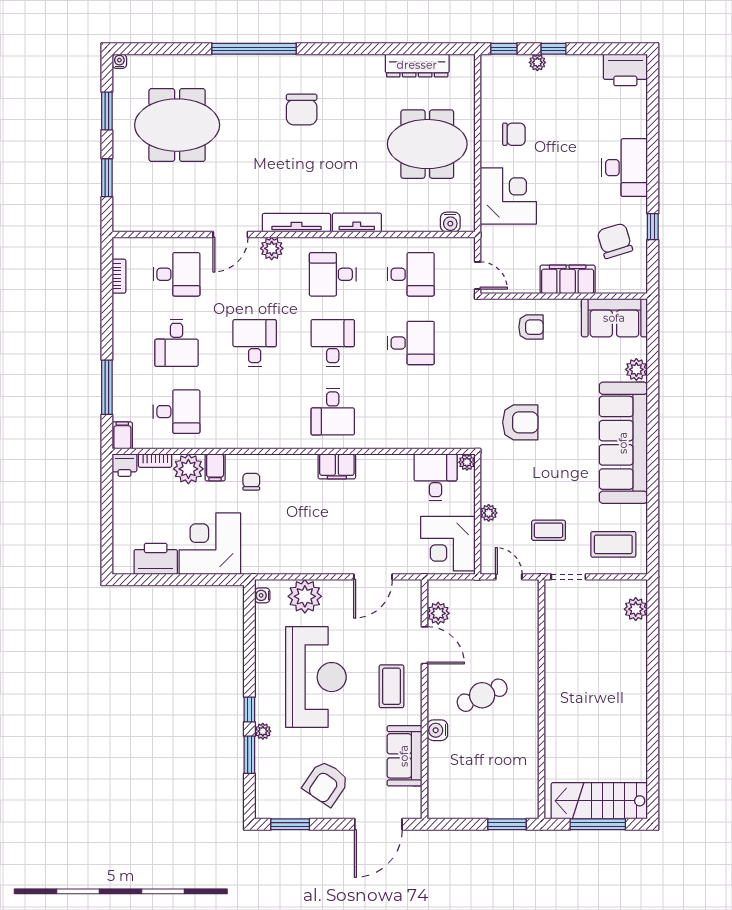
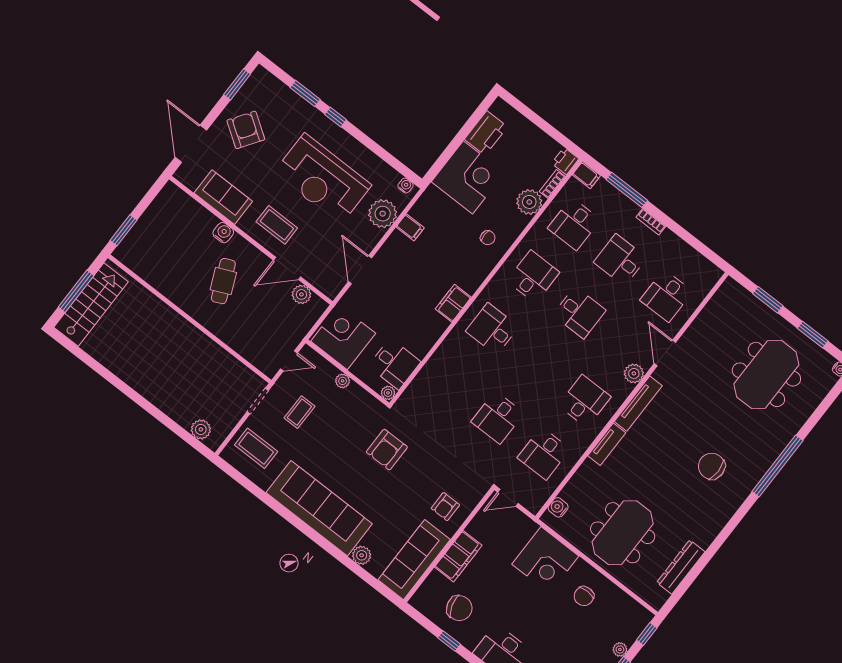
bookcase: (119, 276) -> (651, 222), moved
sofa: (614, 318) -> (414, 560), width x1.36
desk: (333, 343) -> (533, 277), moved, turned -90
filing cabinet: (215, 467) -> (410, 227), moved, turned 180
coffee table: (613, 544) -> (256, 448), turned 90
plant: (263, 731) -> (314, 115), removed

